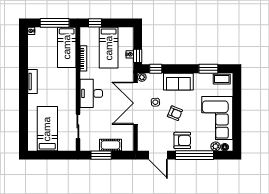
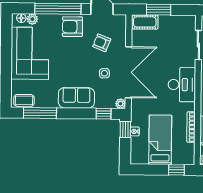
window: (208, 69) -> (40, 113), width x1.44
armchair: (175, 113) -> (102, 43), moved
cot: (111, 145) -> (145, 22), moved
window: (101, 155) -> (159, 10), moved

